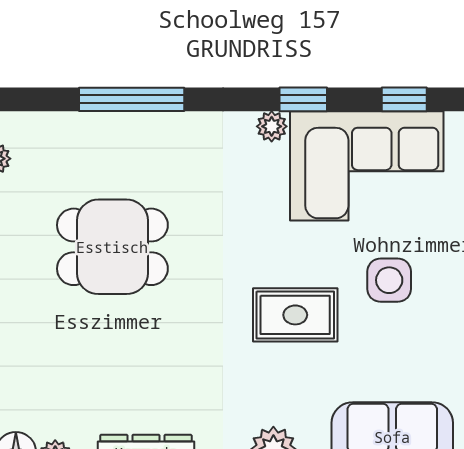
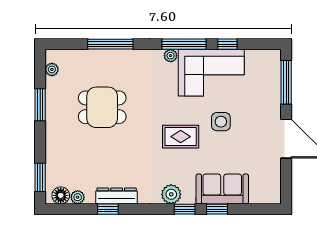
window: (303, 99) -> (184, 44), width x2.17

